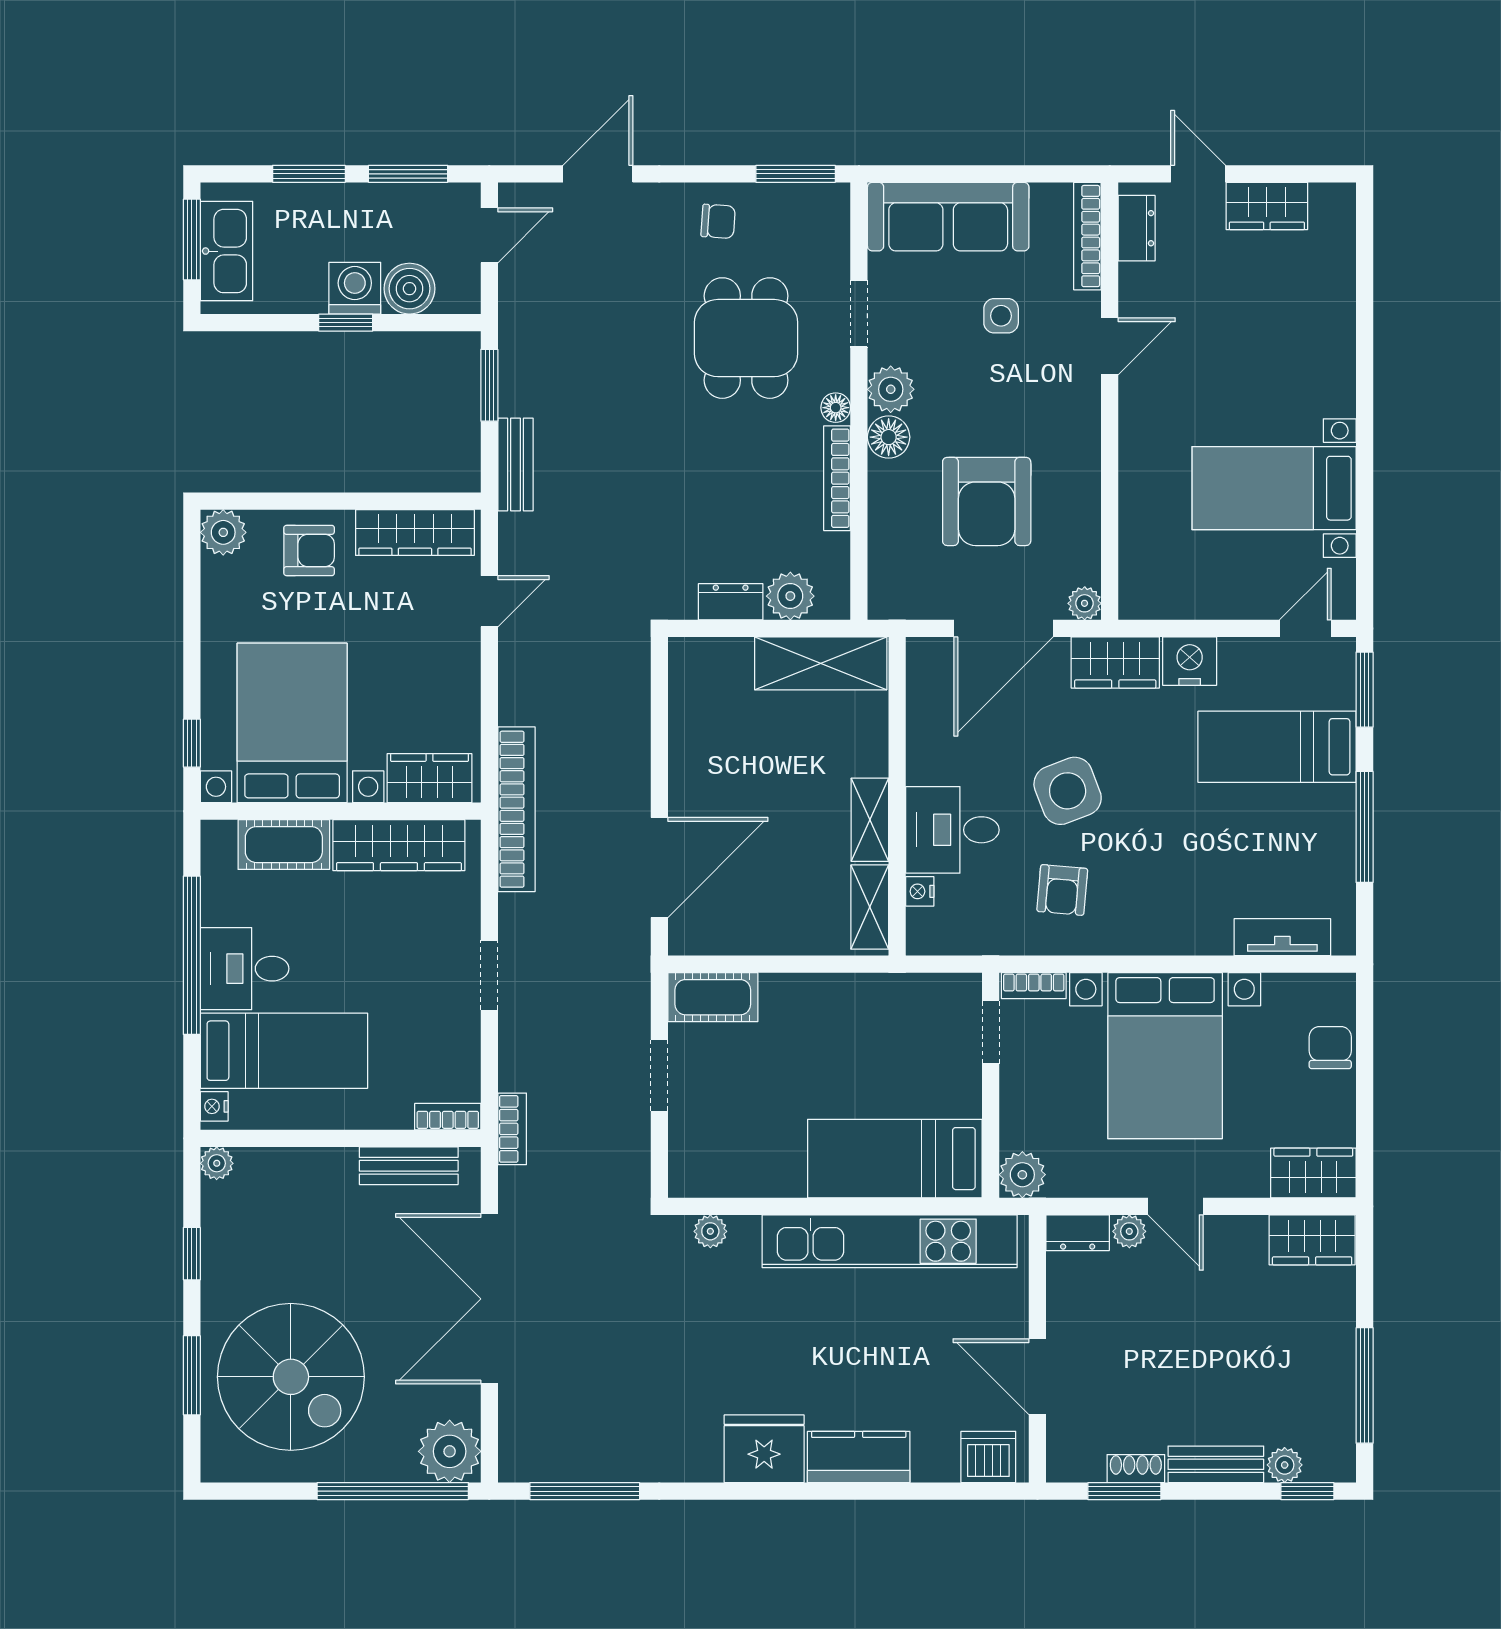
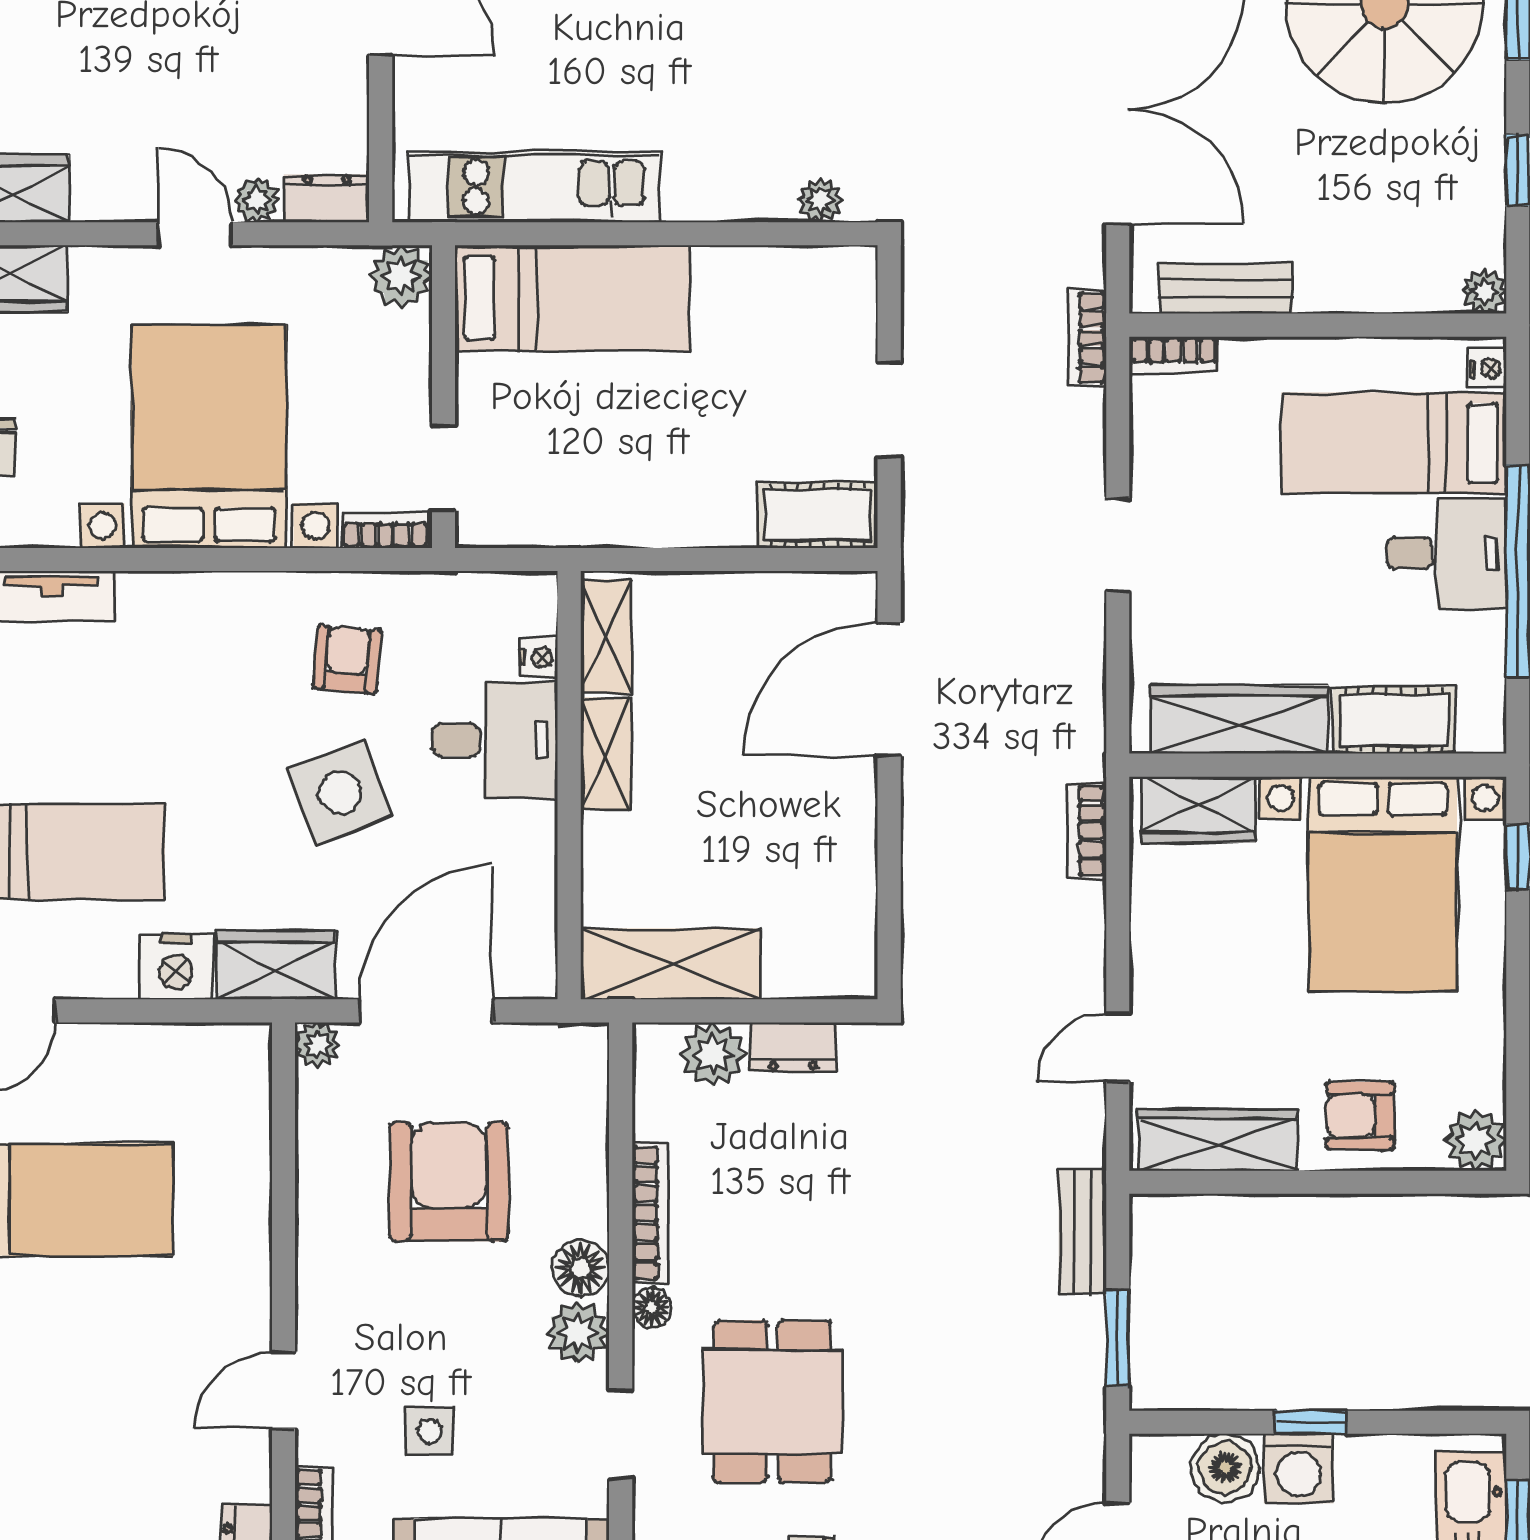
bookcase: (516, 809) -> (1087, 831), width x0.43, depth x0.76
kitchen unit: (890, 1241) -> (534, 187), width x0.73

